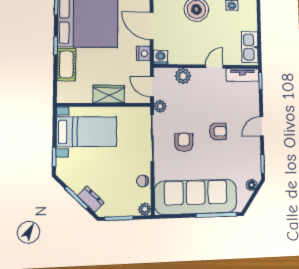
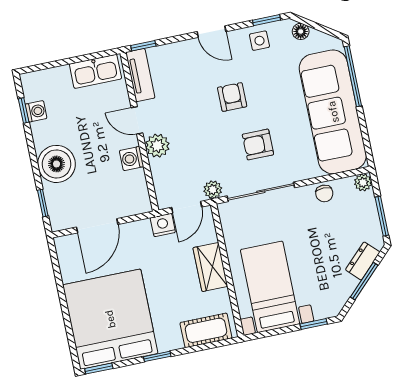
nightstand: (143, 53) -> (163, 225), moved
washing machine: (161, 57) -> (132, 159), moved
cot: (66, 64) -> (206, 330), moved
plant: (183, 76) -> (157, 146), moved
side table: (250, 157) -> (259, 41), added

